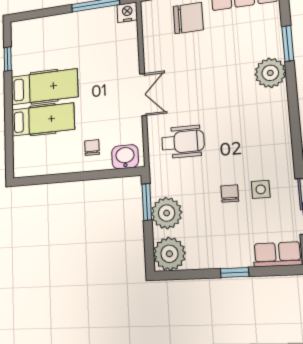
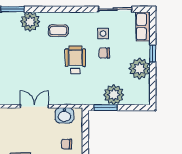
coffee table: (260, 118) -> (58, 31), added
wheelchair: (183, 142) -> (75, 60), moved
washbasin: (125, 157) -> (64, 115), moved, turned -90
plant: (169, 254) -> (139, 69), moved

